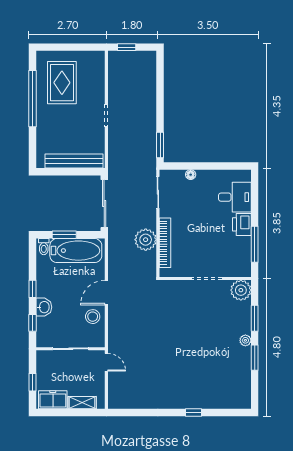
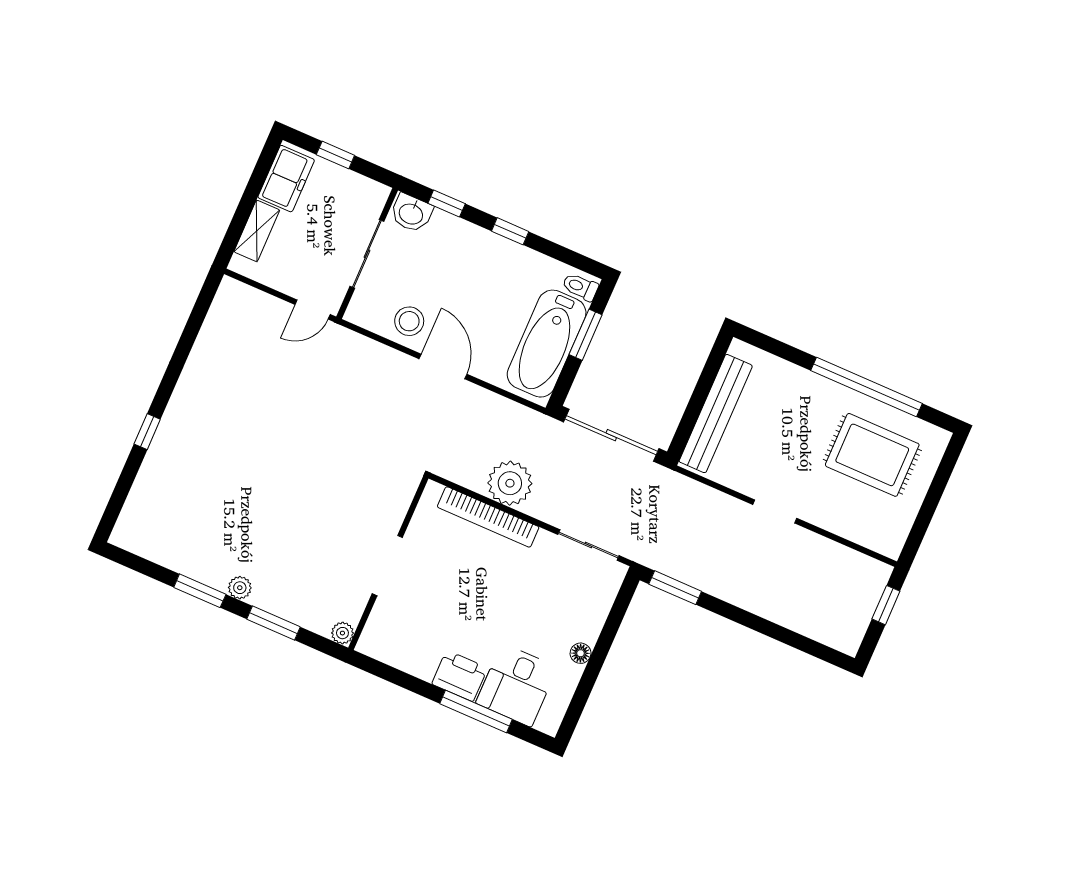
floor lamp: (191, 175) -> (581, 653), moved
window: (255, 244) -> (476, 712), moved
plant: (241, 290) -> (342, 633), width x0.53, depth x0.53
washbasin: (44, 307) -> (411, 213), moved

